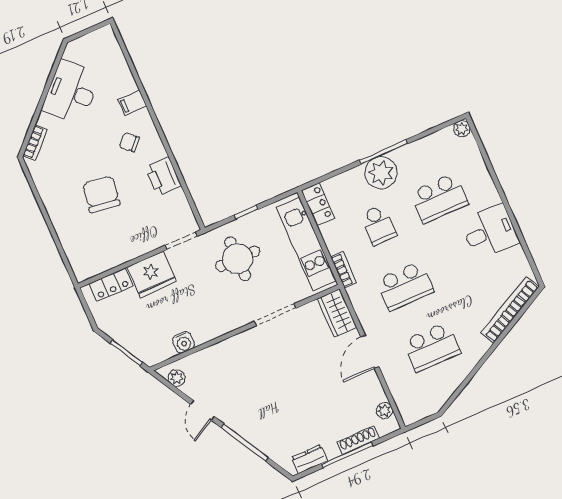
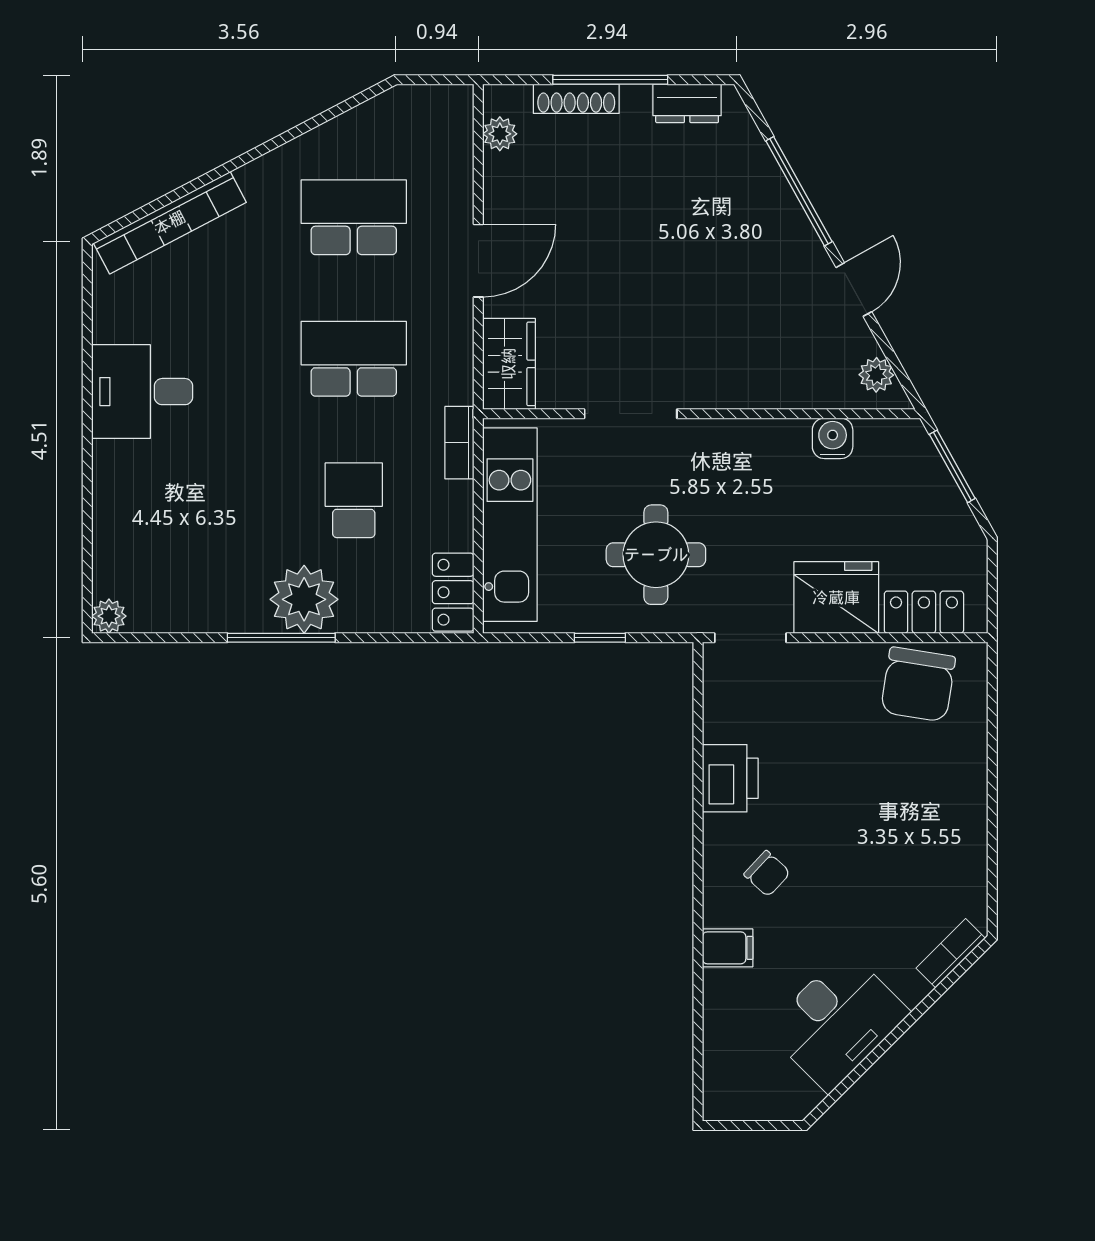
chair: (101, 194) -> (918, 684), moved
school desk: (439, 198) -> (212, 500), removed

